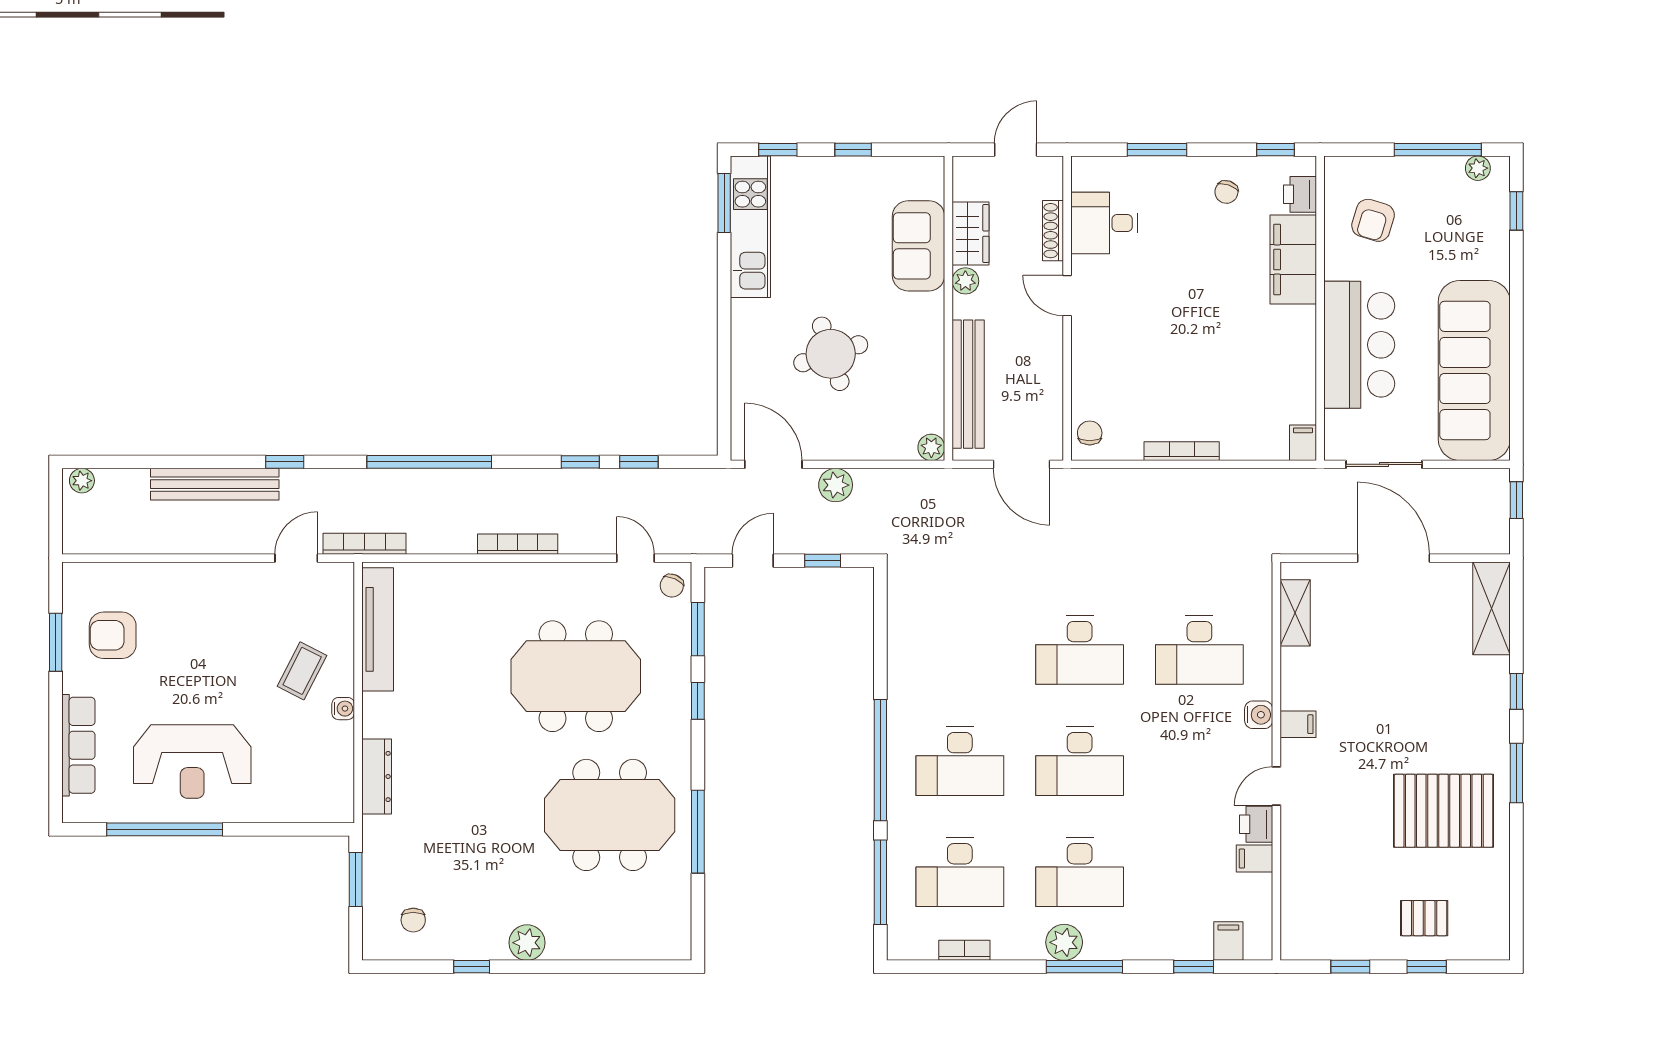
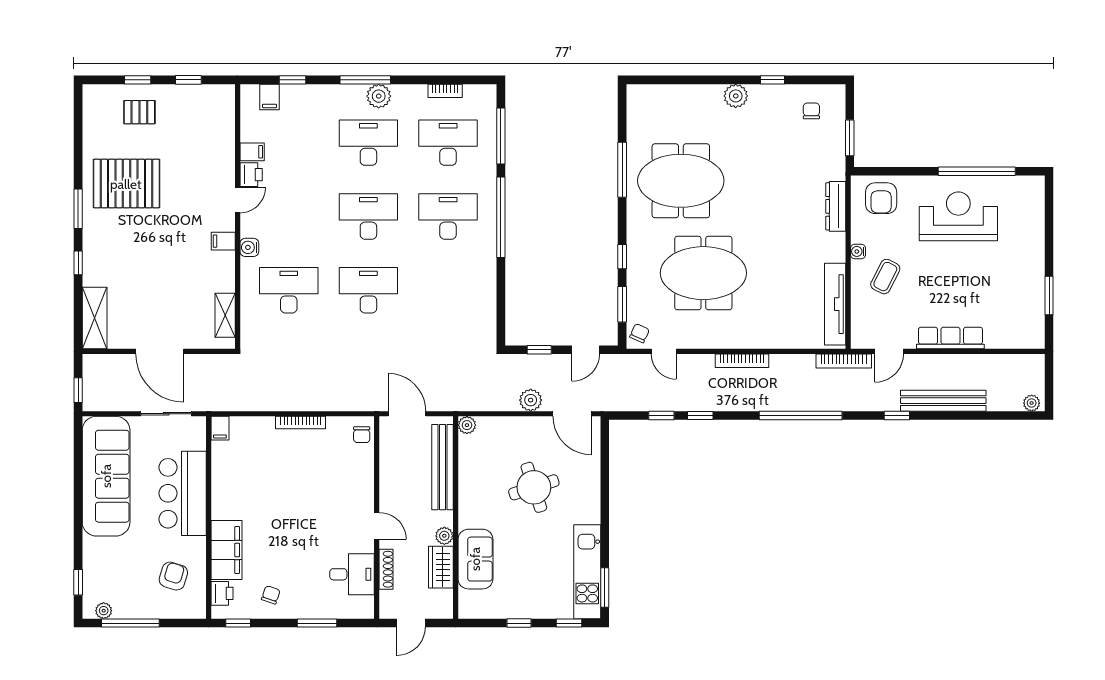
armchair: (113, 635) -> (881, 198), moved, turned 90
row of seats: (78, 745) -> (950, 338), moved, turned 90

